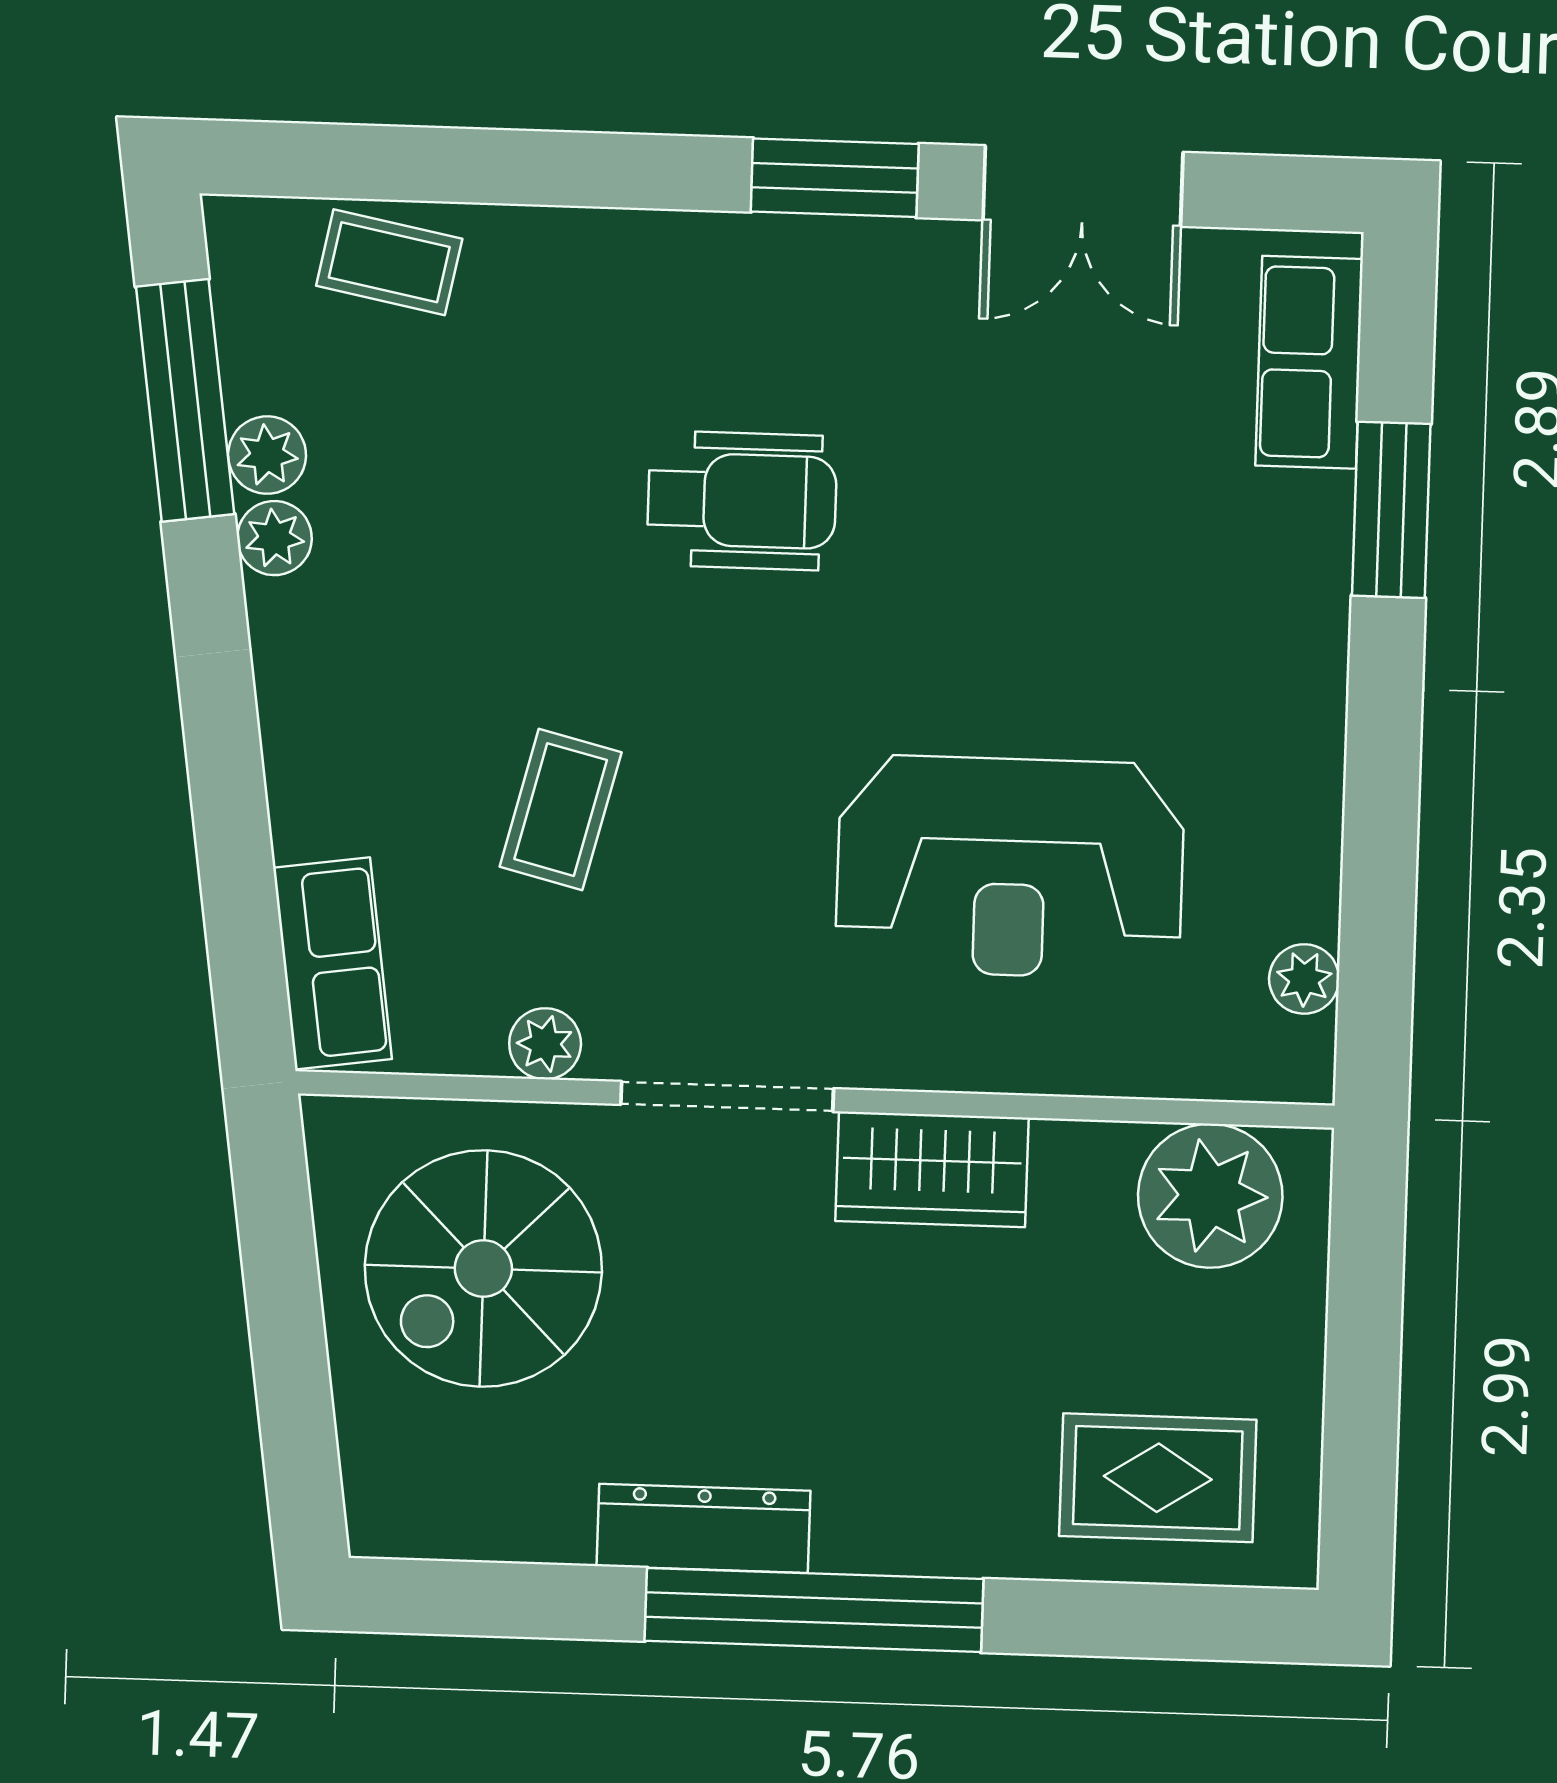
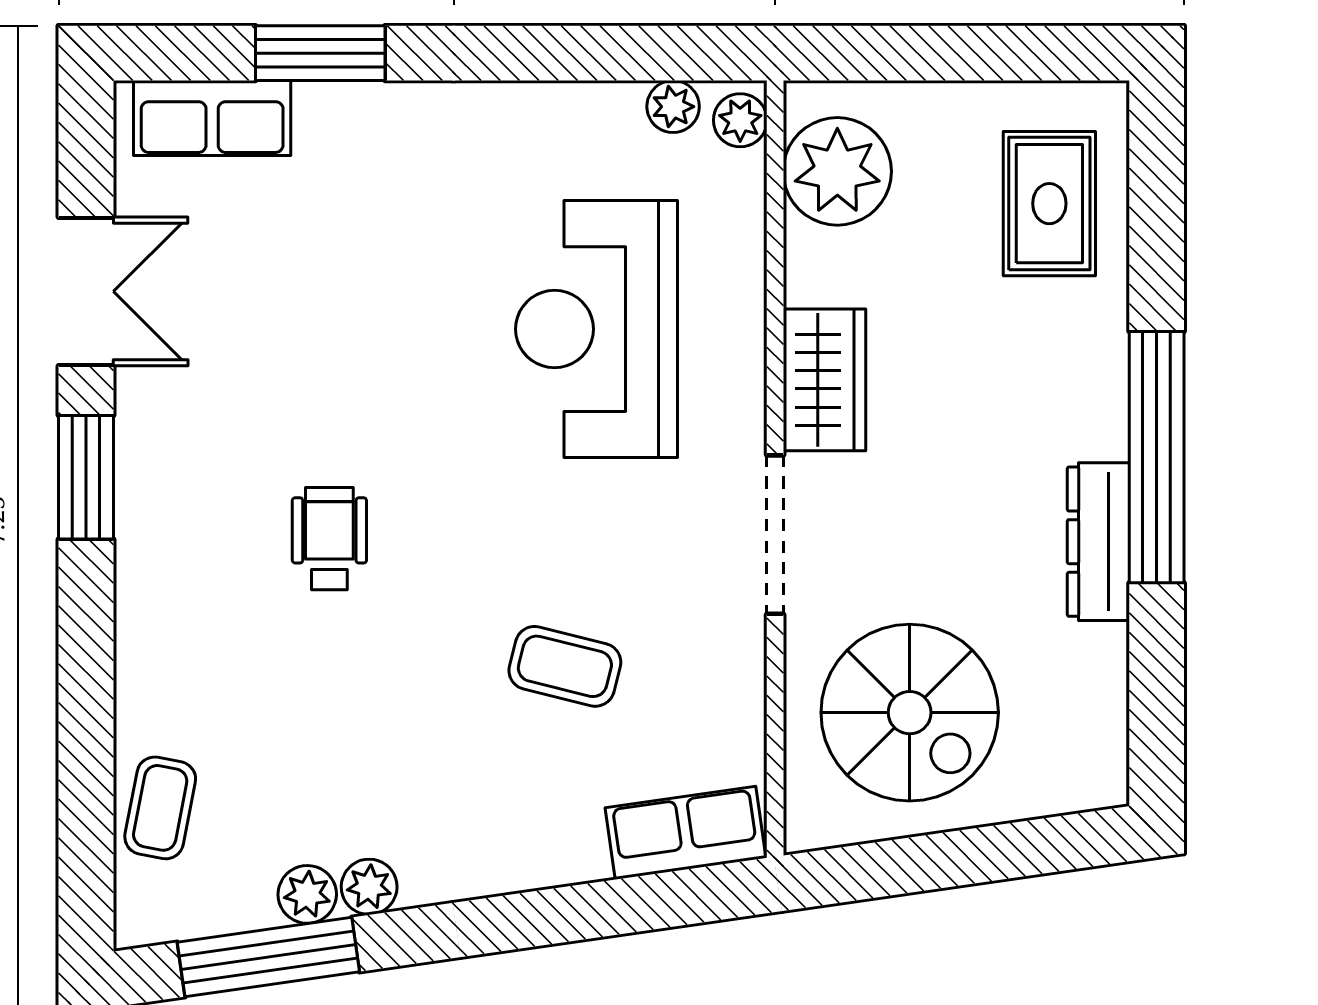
wheelchair: (742, 500) -> (329, 539), width x0.73, depth x0.73
reception desk: (1010, 867) -> (597, 329), turned 180
plant: (545, 1044) -> (740, 120), moved

